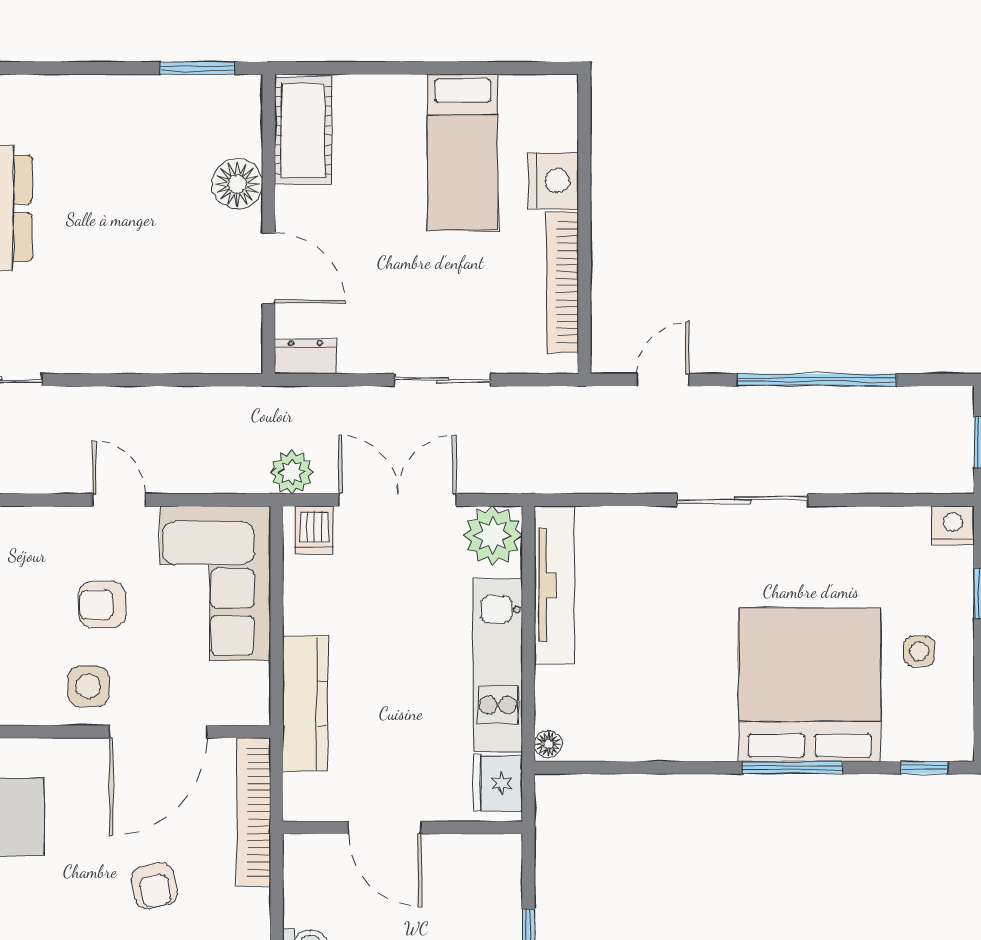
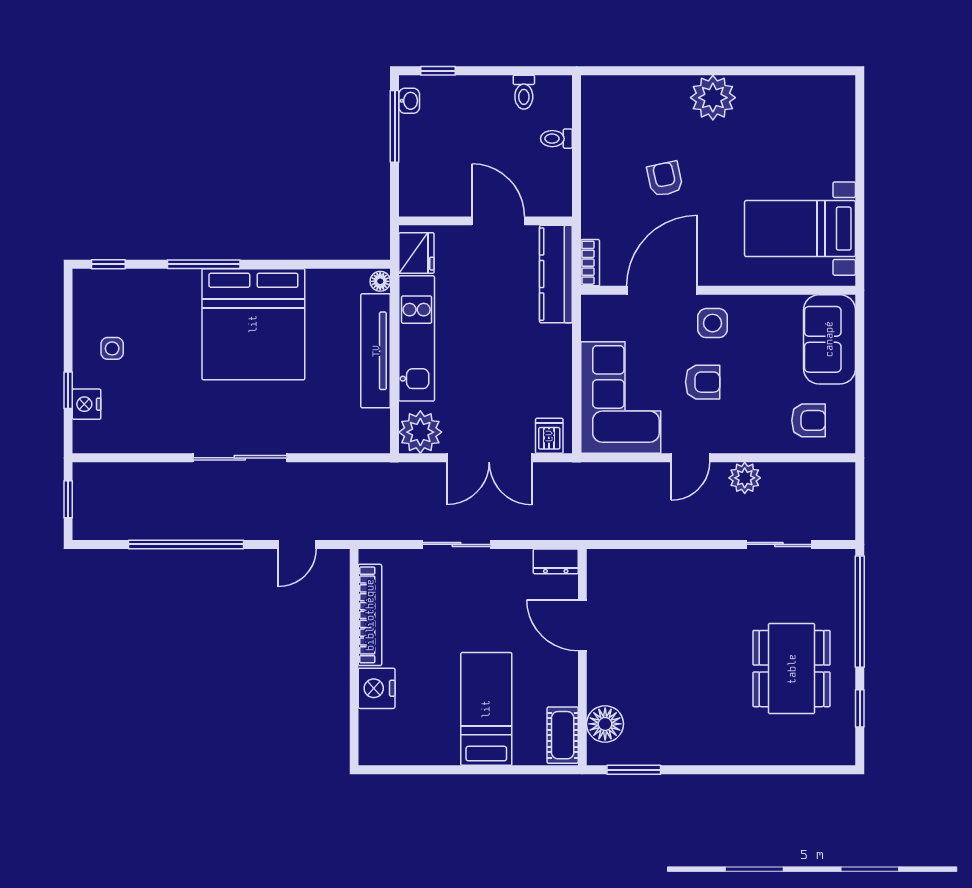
cot: (303, 130) -> (563, 735), width x0.73, depth x0.75
bed: (463, 152) -> (486, 709), moved
floor lamp: (237, 184) -> (605, 724), moved
plant: (292, 472) -> (745, 478), moved
door: (119, 500) -> (690, 458), hinge flipped
nightstand: (953, 525) -> (87, 404), moved, turned 90
tv unit: (555, 585) -> (376, 351), moved
bed: (810, 685) -> (253, 324), moved
kitchen counter: (305, 704) -> (556, 274), moved
bookcase: (254, 812) -> (590, 263), width x0.43, depth x0.76

